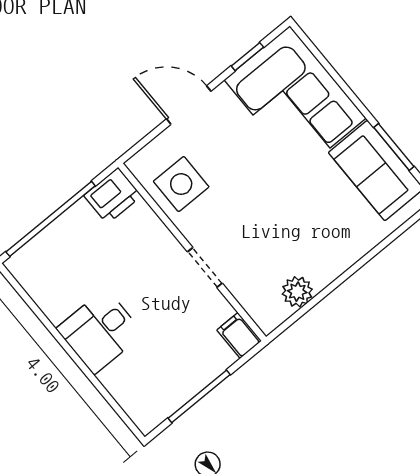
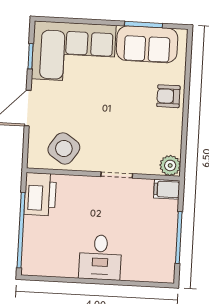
side table: (181, 184) -> (64, 148), turned 34
printer: (113, 196) -> (40, 194), width x1.37, depth x1.19
armchair: (341, 245) -> (168, 96), added
plant: (297, 292) -> (170, 165), moved

